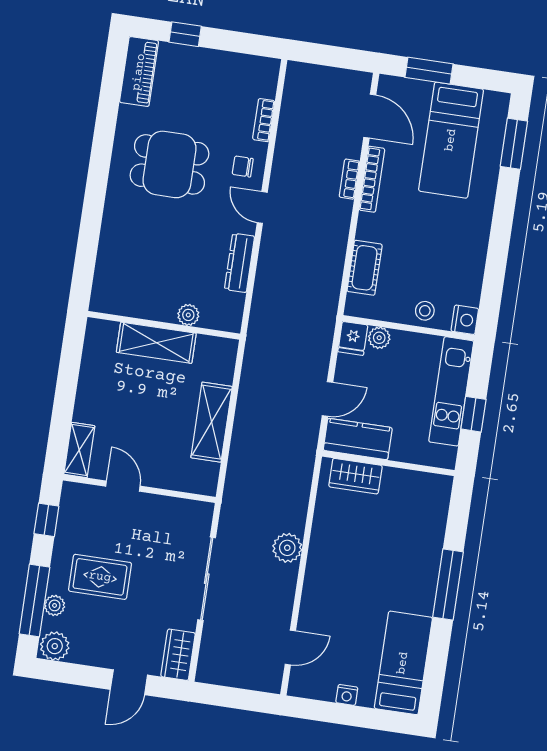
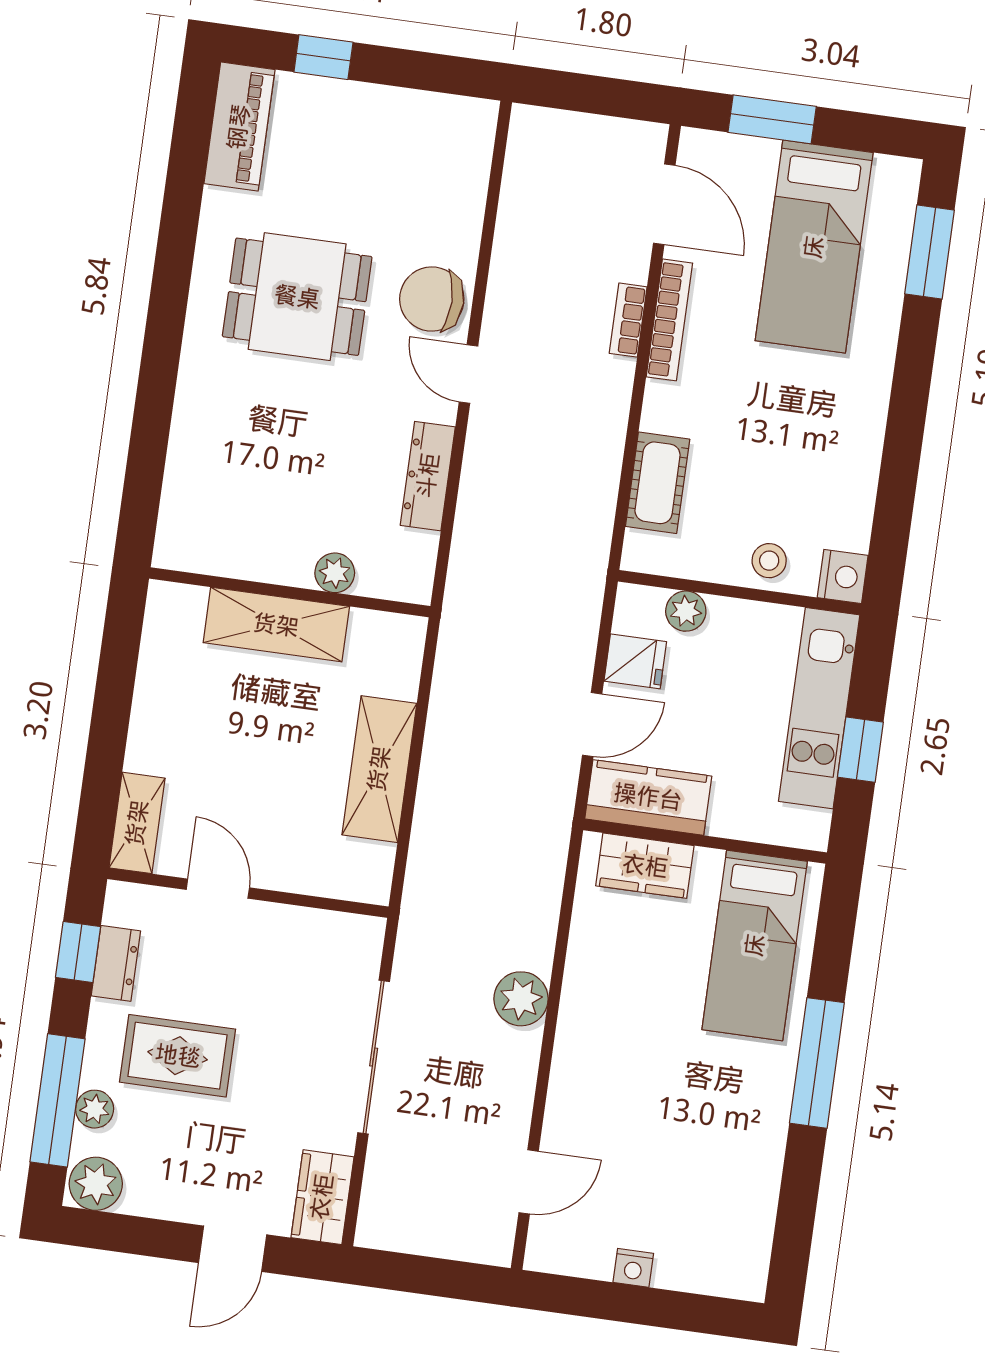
bookcase: (264, 120) -> (470, 213), removed
chair: (243, 166) -> (432, 299), width x1.87, depth x1.87
fridge: (353, 338) -> (635, 661), moved, turned -90
dresser: (67, 526) -> (116, 963), added
bed: (403, 663) -> (755, 945), moved, turned 180

